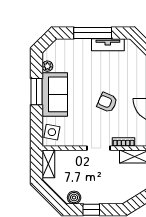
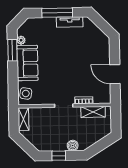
window: (36, 92) -> (12, 50), moved
armchair: (107, 102) -> (70, 69), removed
boiler: (74, 198) -> (73, 146), moved

